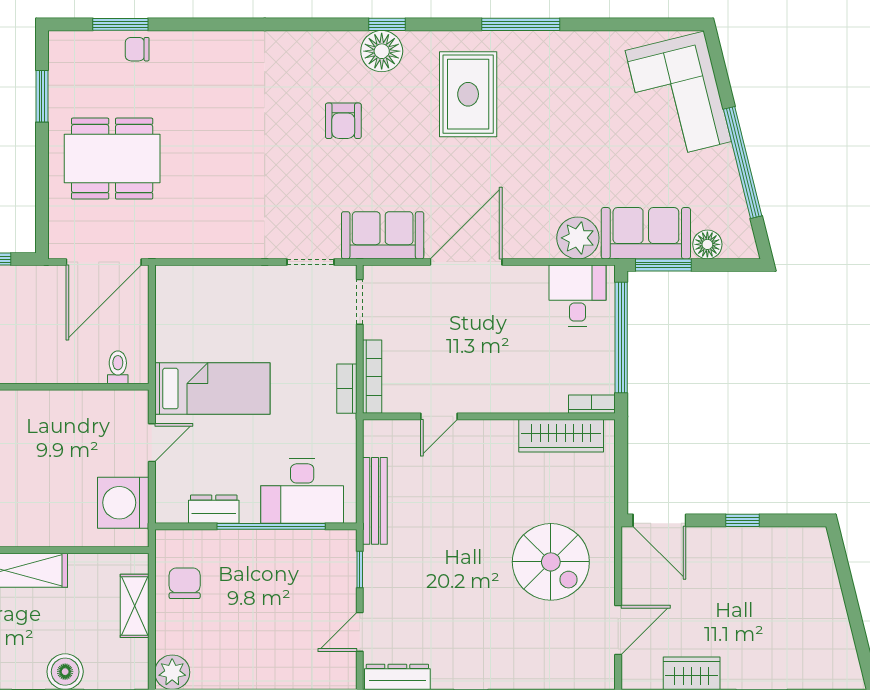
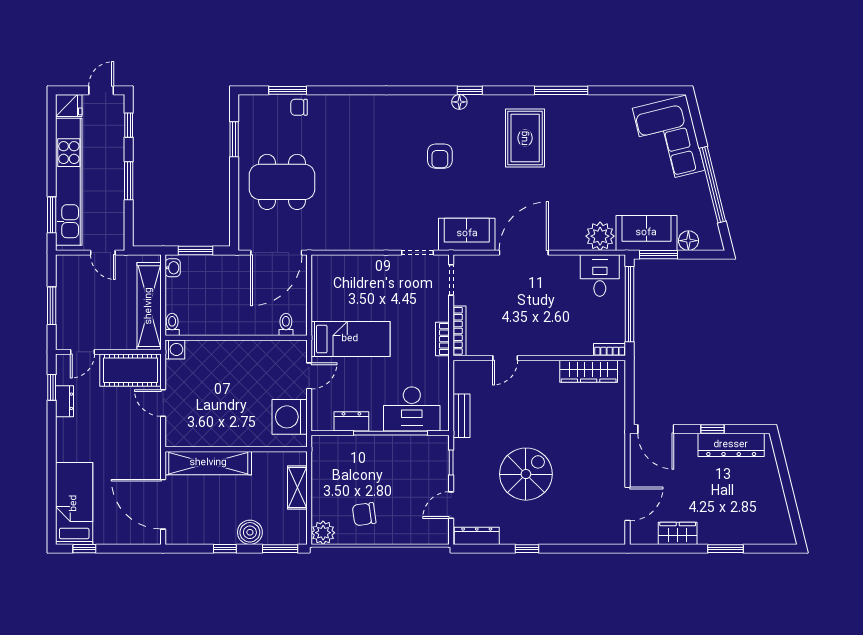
floor lamp: (382, 51) -> (459, 102), width x0.53, depth x0.53
bench: (375, 501) -> (461, 416), width x0.73
dresser: (770, 544) -> (731, 445), added
spiral stairs: (551, 562) -> (526, 474), moved, turned -90
chair: (185, 583) -> (364, 514), moved, turned -98

